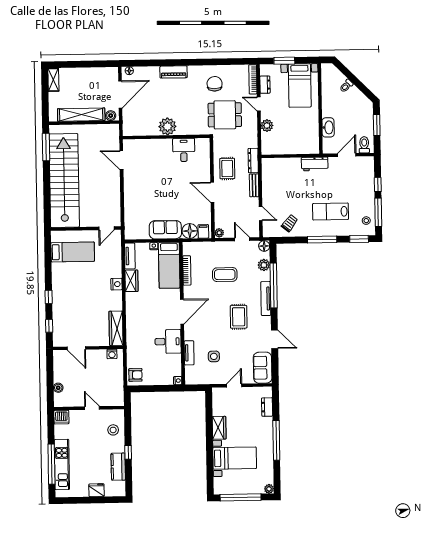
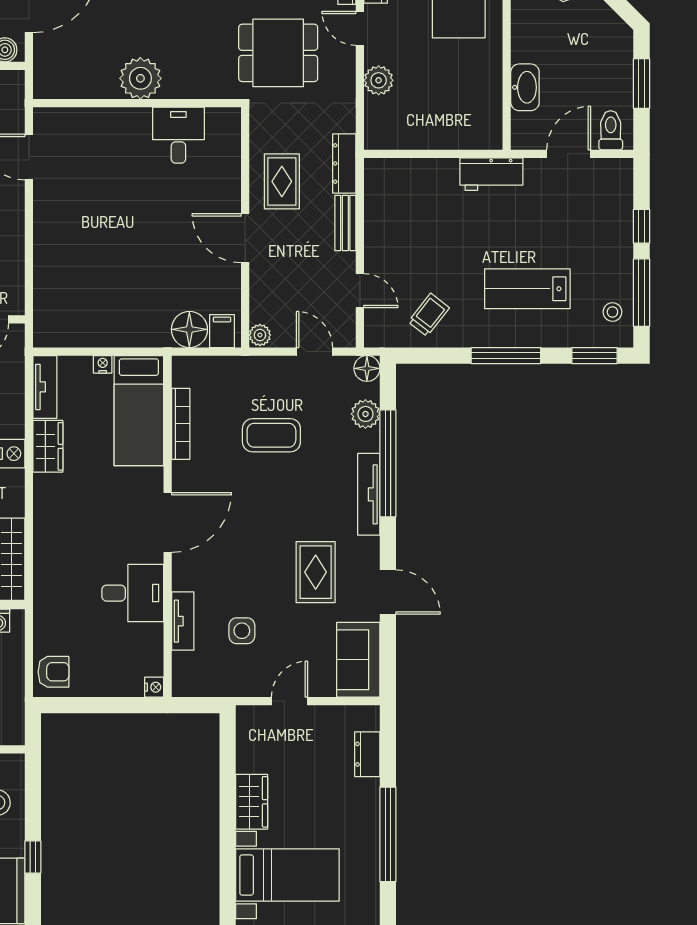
sofa: (165, 230) -> (131, 325), removed
rug: (239, 317) -> (316, 572), moved

